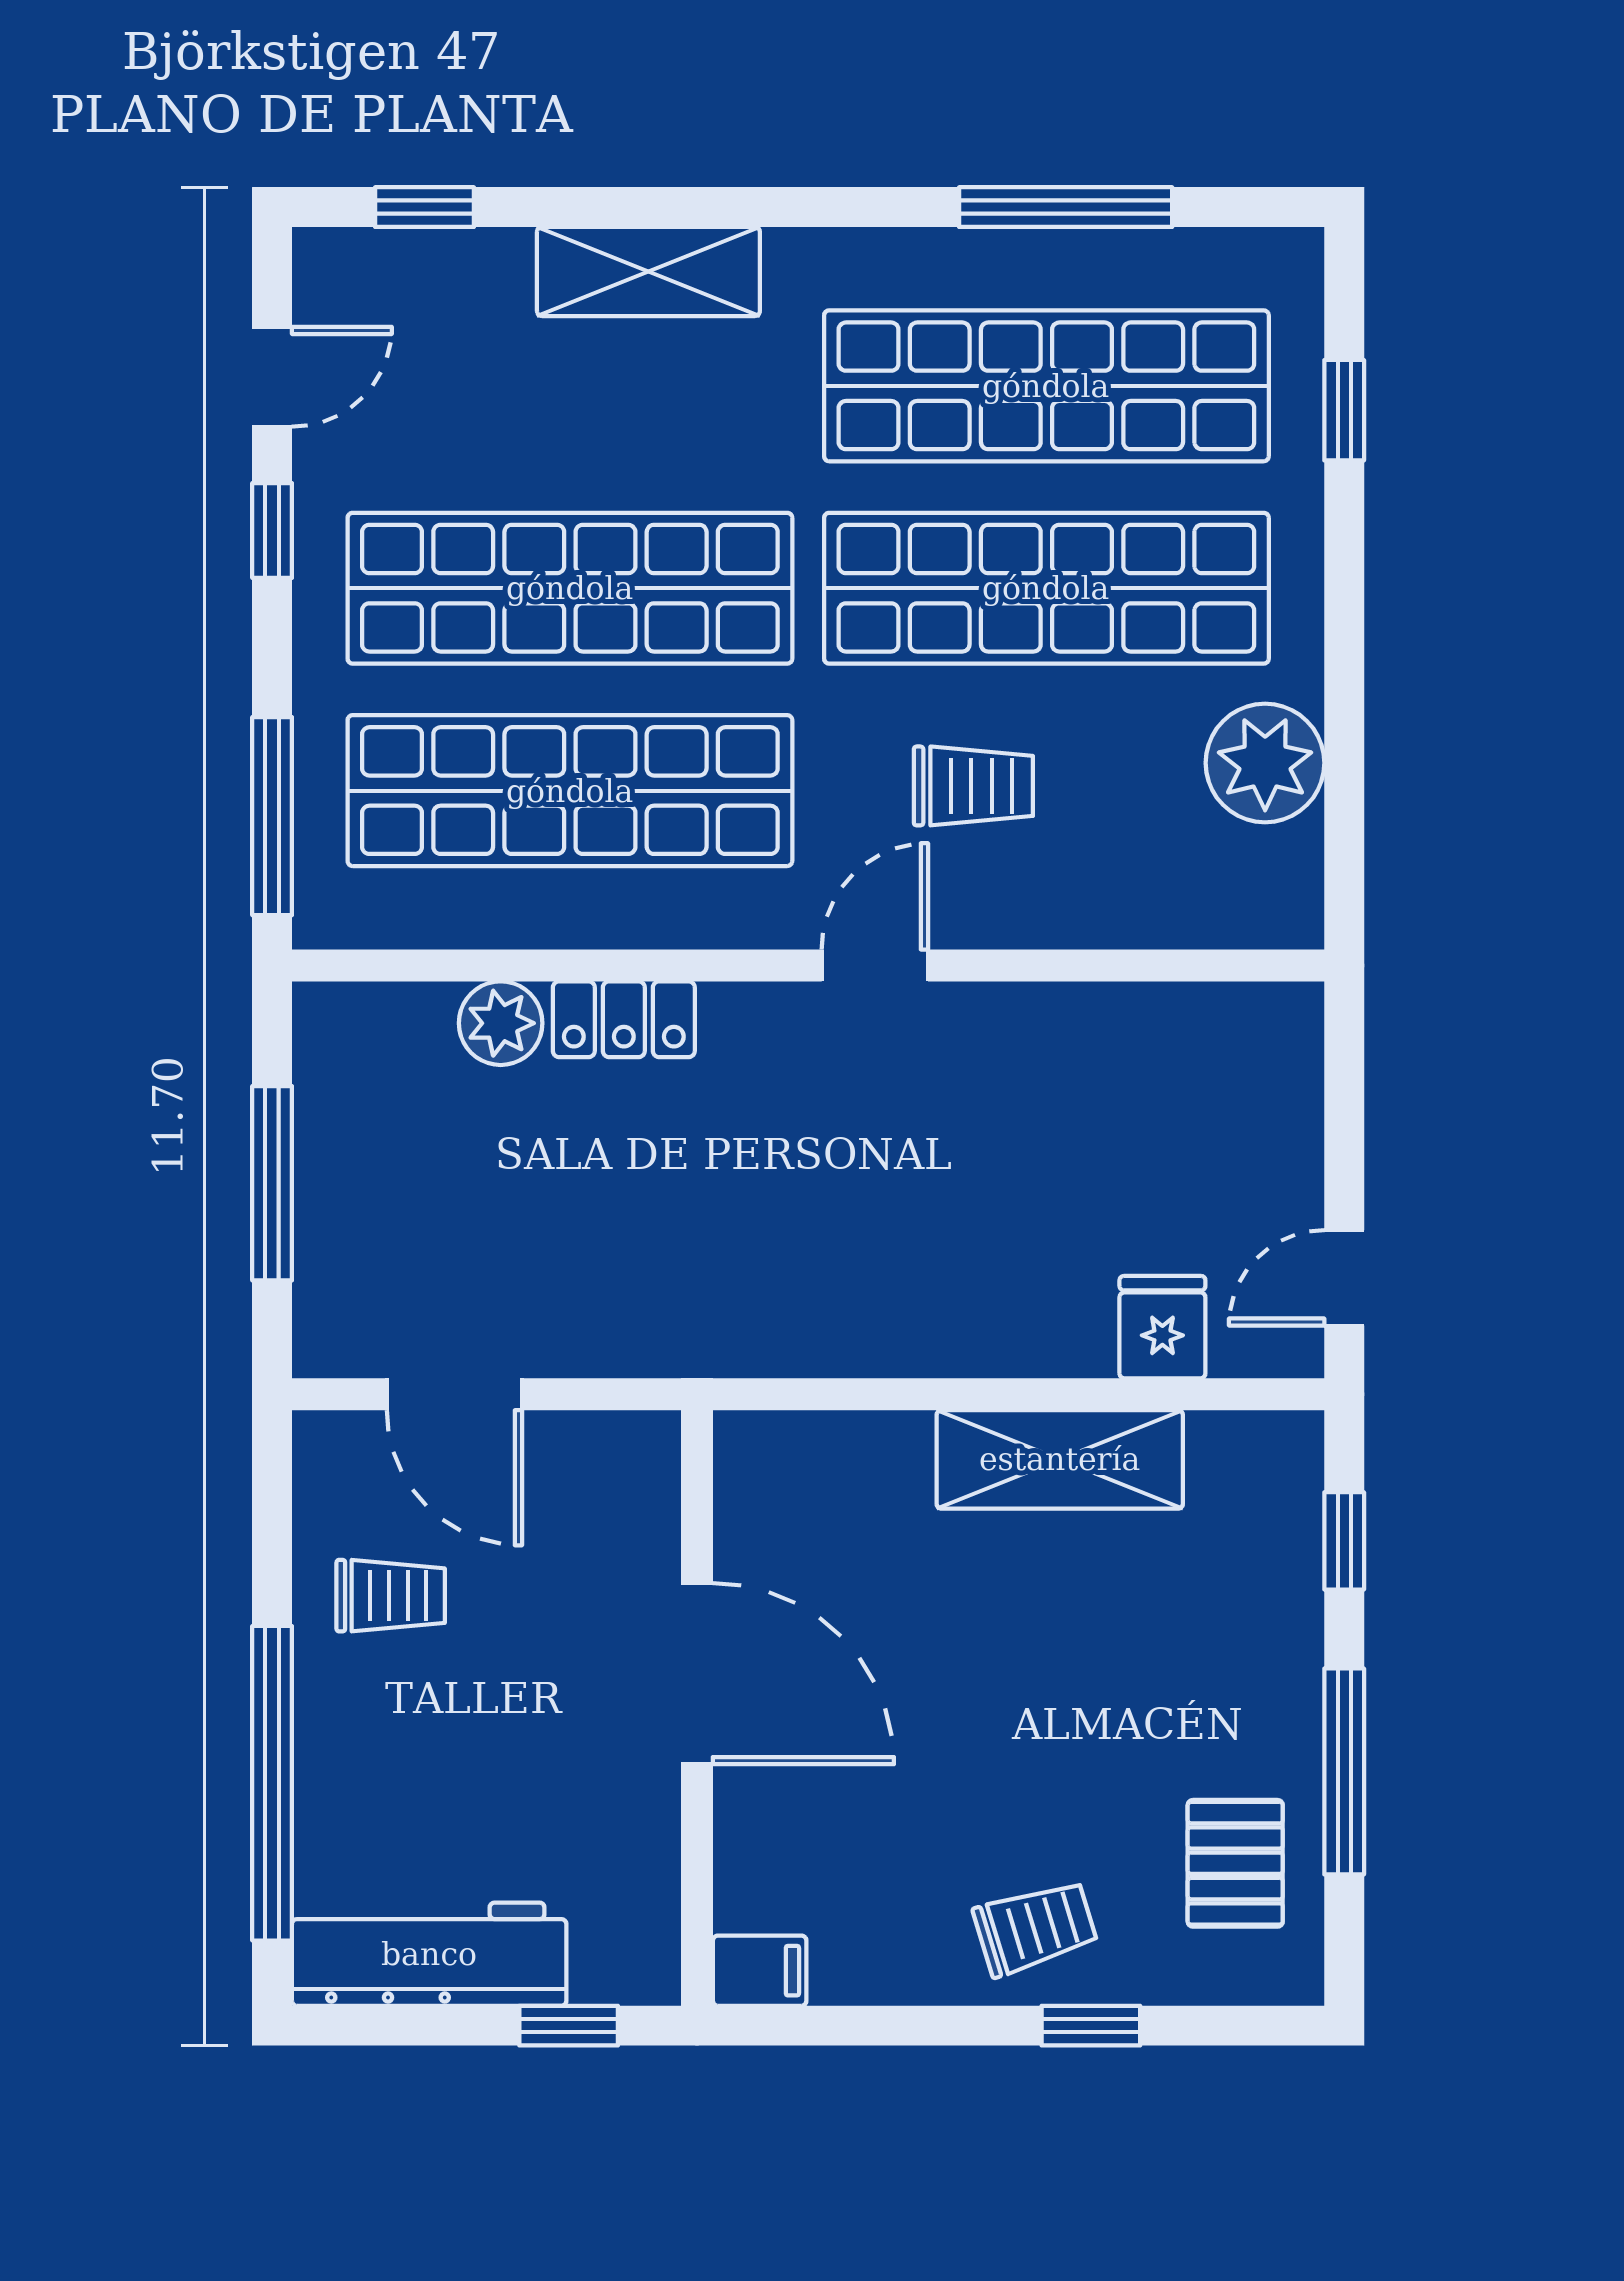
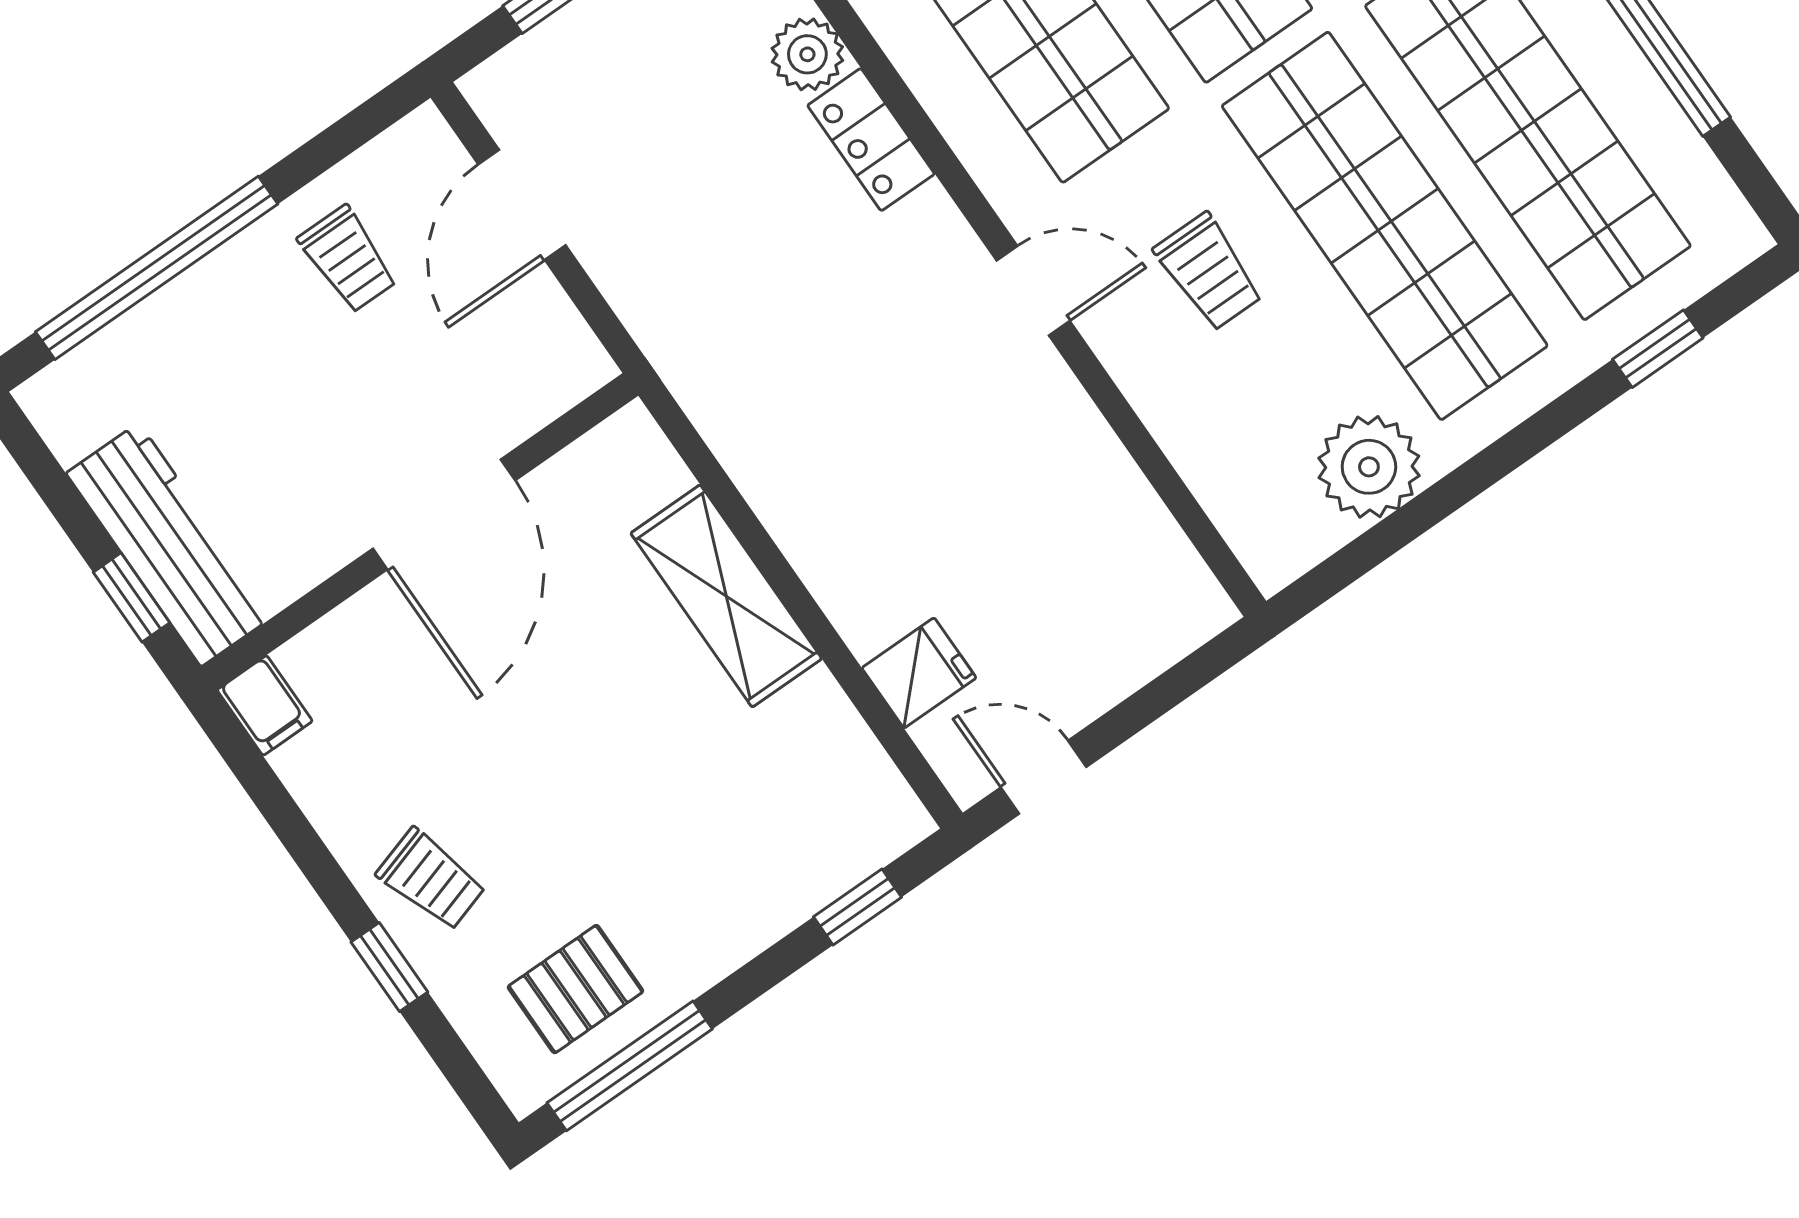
shelving: (1060, 1459) -> (726, 596), moved
window: (1344, 1771) -> (630, 1066), moved
workbench: (429, 1954) -> (170, 545), moved

